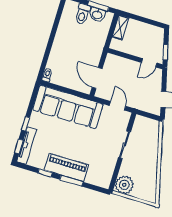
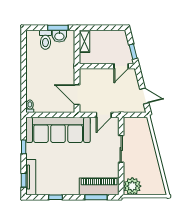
door: (118, 106) -> (104, 115), swing flipped
window: (26, 124) -> (24, 147), moved
piano: (66, 167) -> (99, 186), moved
window: (71, 181) -> (96, 197), moved

